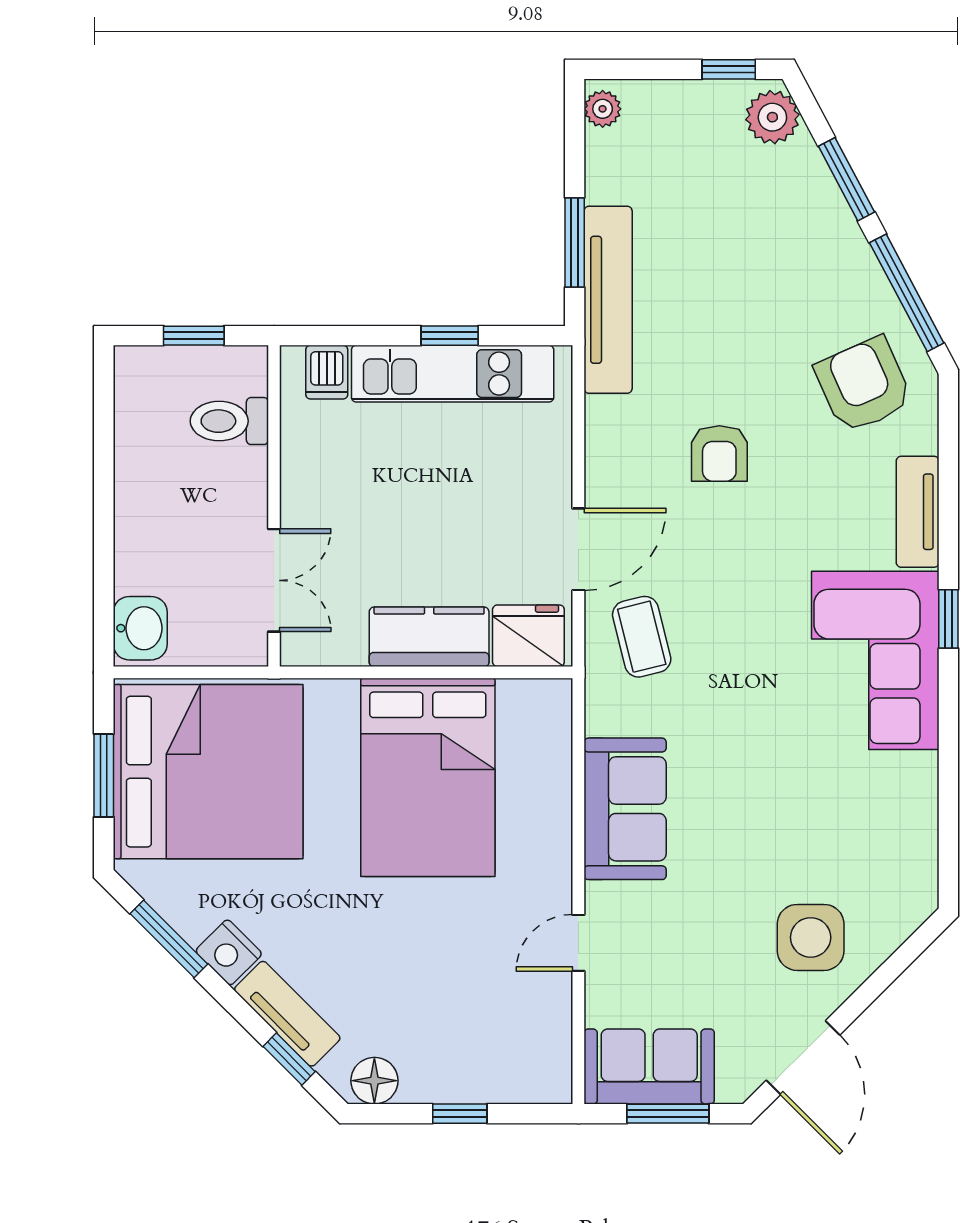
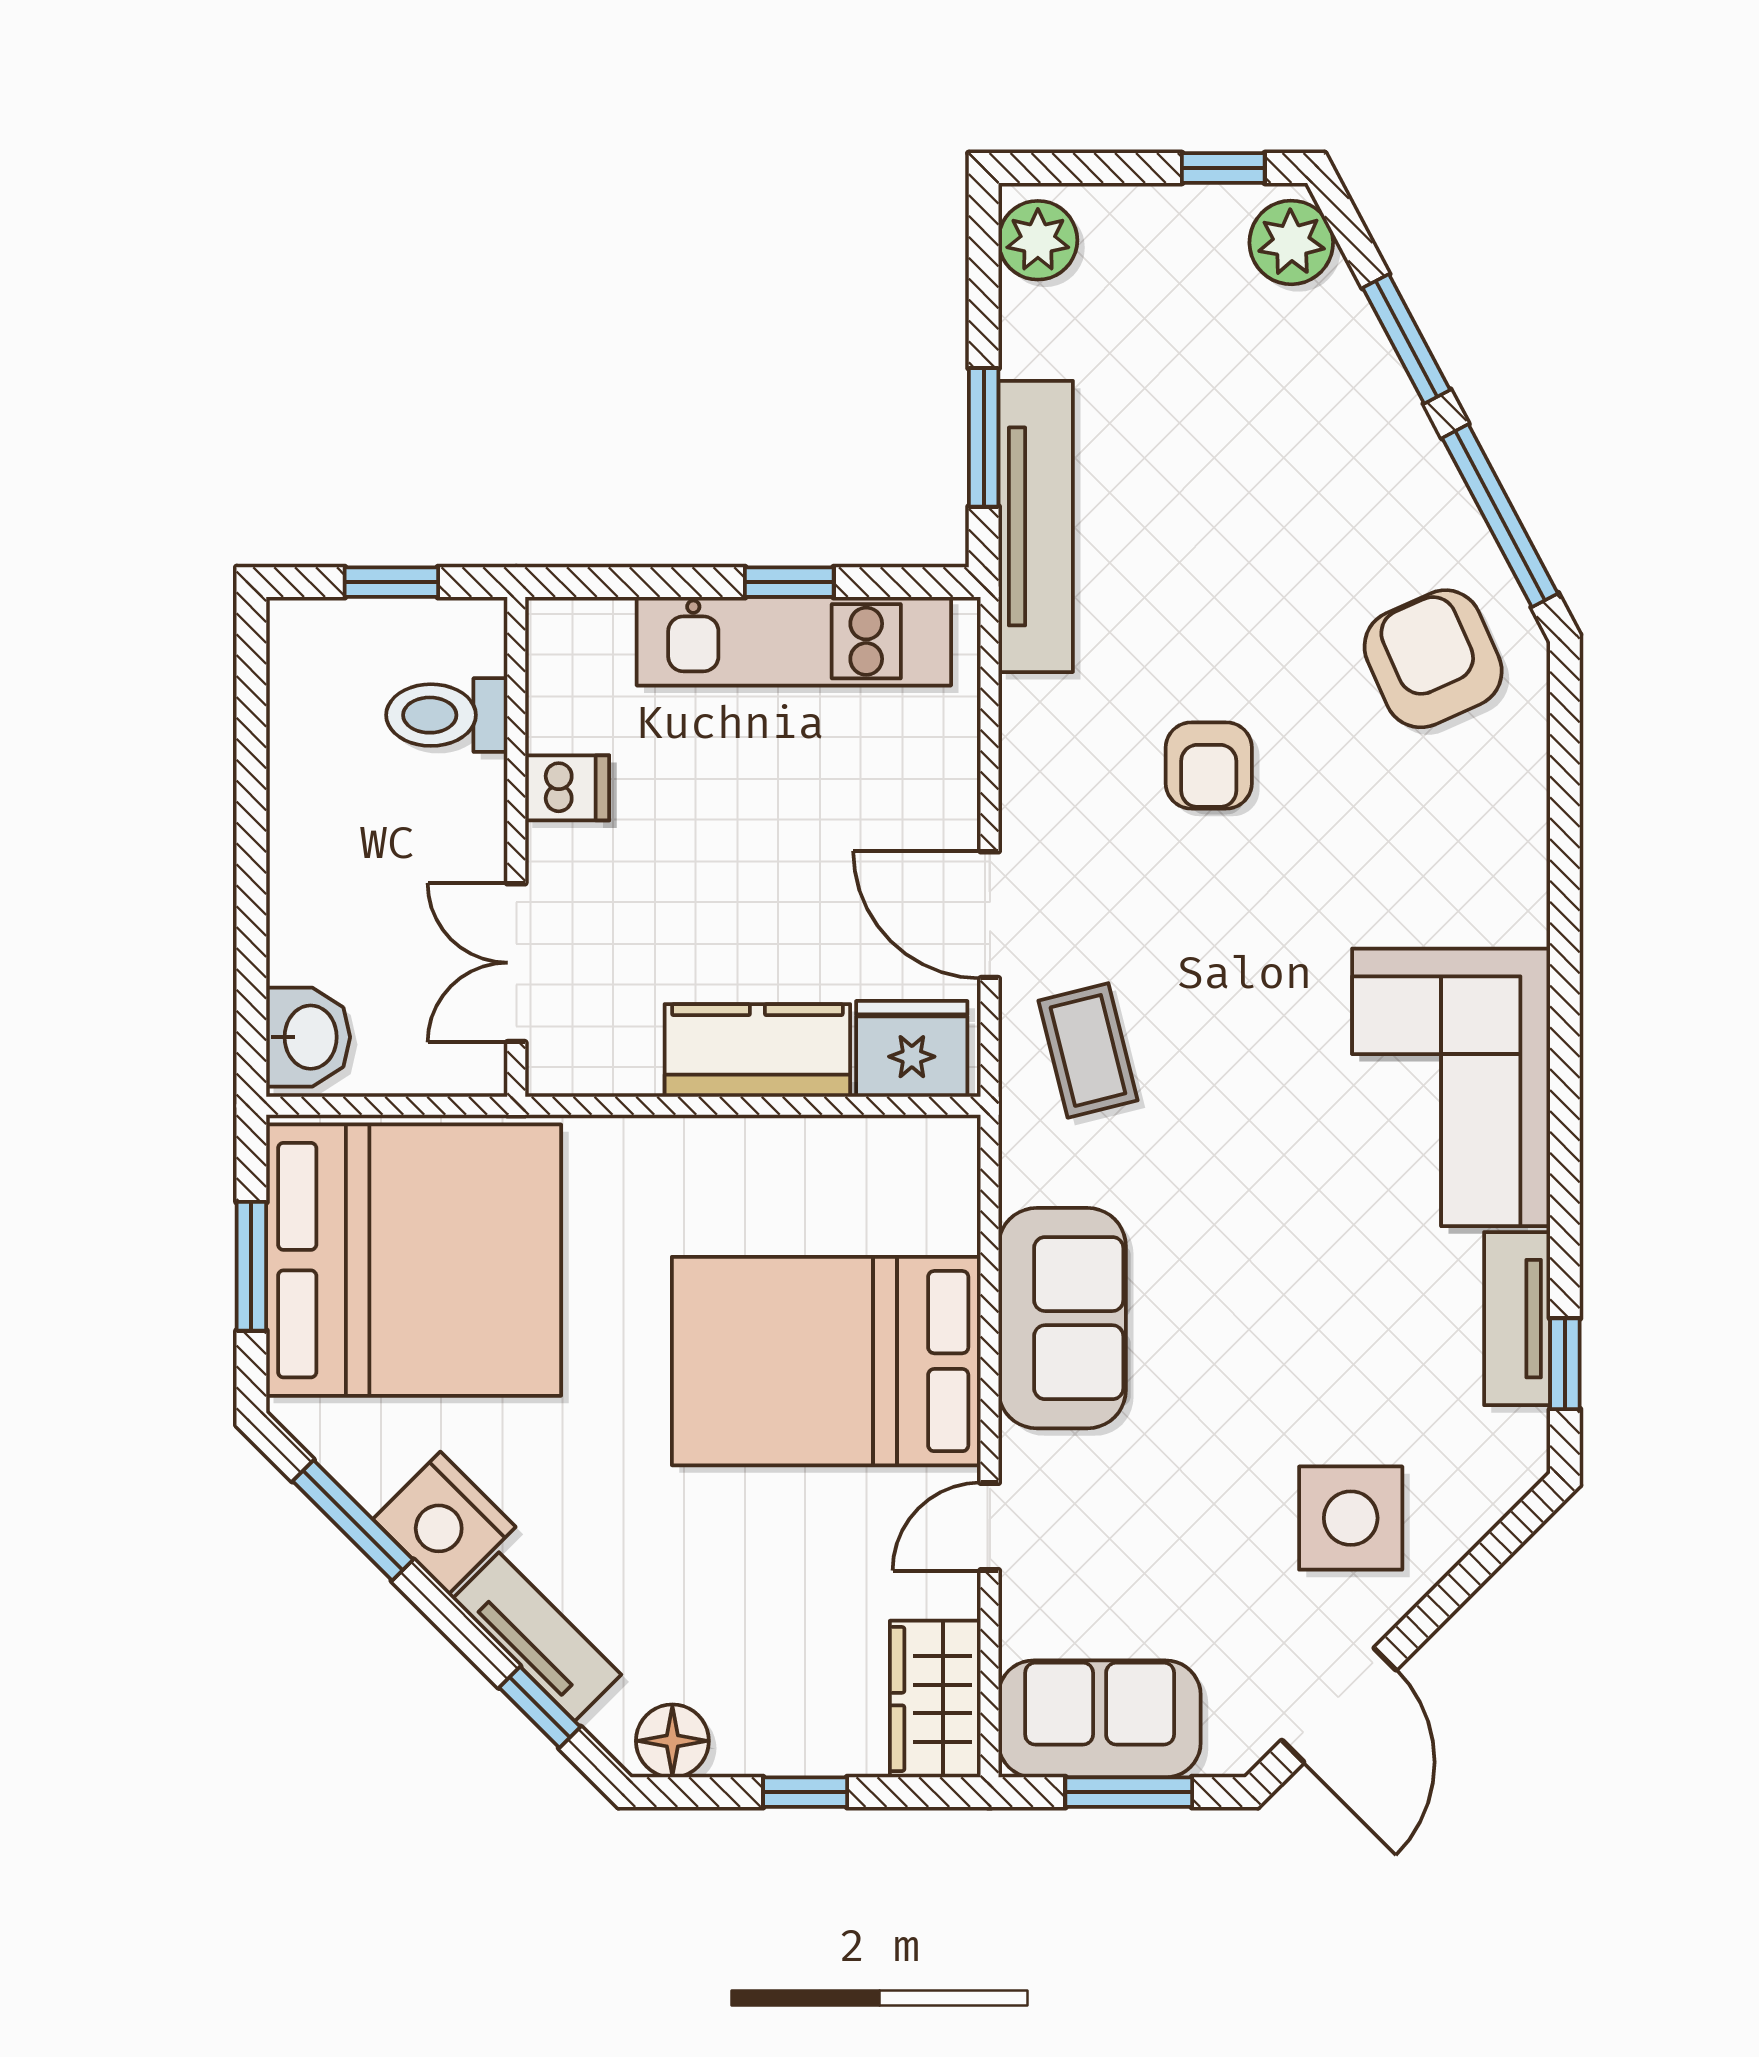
plant: (603, 109) -> (1038, 240), width x1.38, depth x1.38
dishwasher: (327, 372) -> (567, 788), moved, turned -90
tv unit: (918, 512) -> (1517, 1319), moved
door: (578, 549) -> (990, 915), swing flipped
double door: (274, 580) -> (516, 963), swing flipped
window: (948, 619) -> (1565, 1364), moved
bed: (428, 777) -> (826, 1361), moved, turned 90
nightstand: (229, 952) -> (444, 1523), width x1.36, depth x1.33
wardrobe: (543, 1054) -> (935, 1699), added

